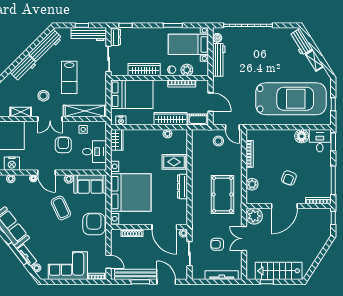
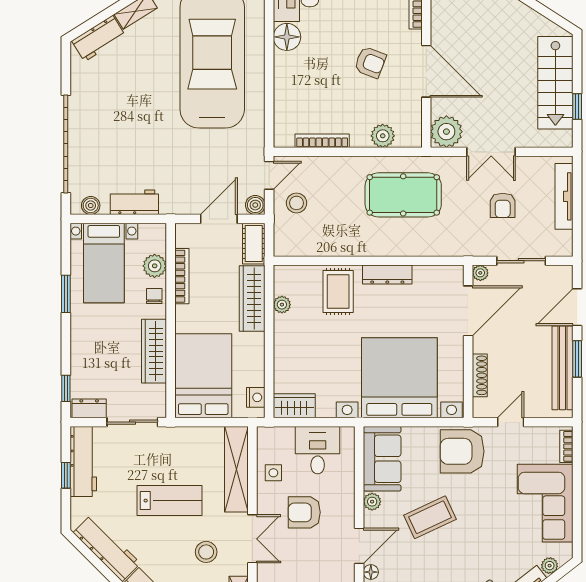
workbench: (219, 60) -> (134, 202), width x0.73
boiler: (217, 120) -> (255, 205), added
door: (109, 262) -> (511, 422), moved

